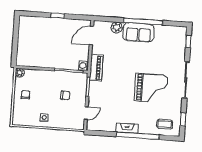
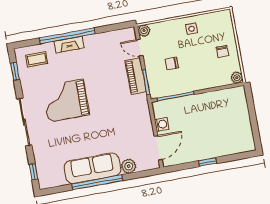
sofa: (138, 32) -> (92, 168), width x1.36
washing machine: (83, 66) -> (162, 124), moved
piano: (96, 68) -> (136, 76), moved
door: (86, 113) -> (140, 48), hinge flipped
plant: (80, 125) -> (144, 31), added
fireplace: (127, 128) -> (69, 44), moved

